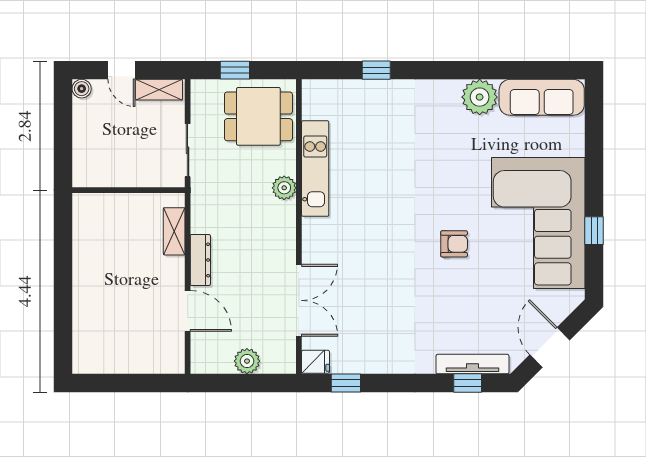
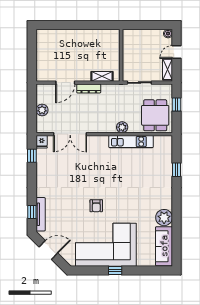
window: (594, 231) -> (115, 270), moved

